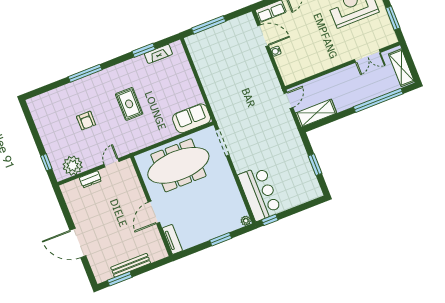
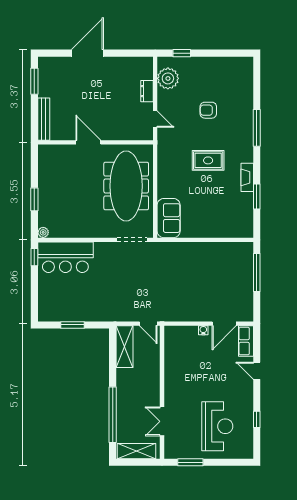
fireplace: (158, 54) -> (247, 177), moved
tv unit: (172, 239) -> (53, 150), removed
bench: (131, 265) -> (44, 119), moved

